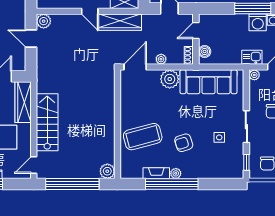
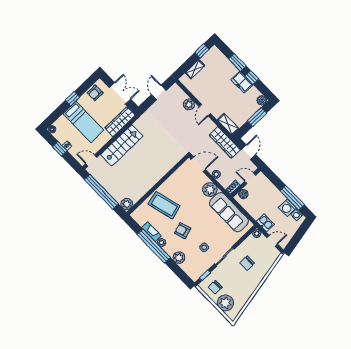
plant: (44, 21) -> (189, 104), moved
wardrobe: (120, 22) -> (225, 142), moved
plant: (206, 171) -> (179, 258), added

